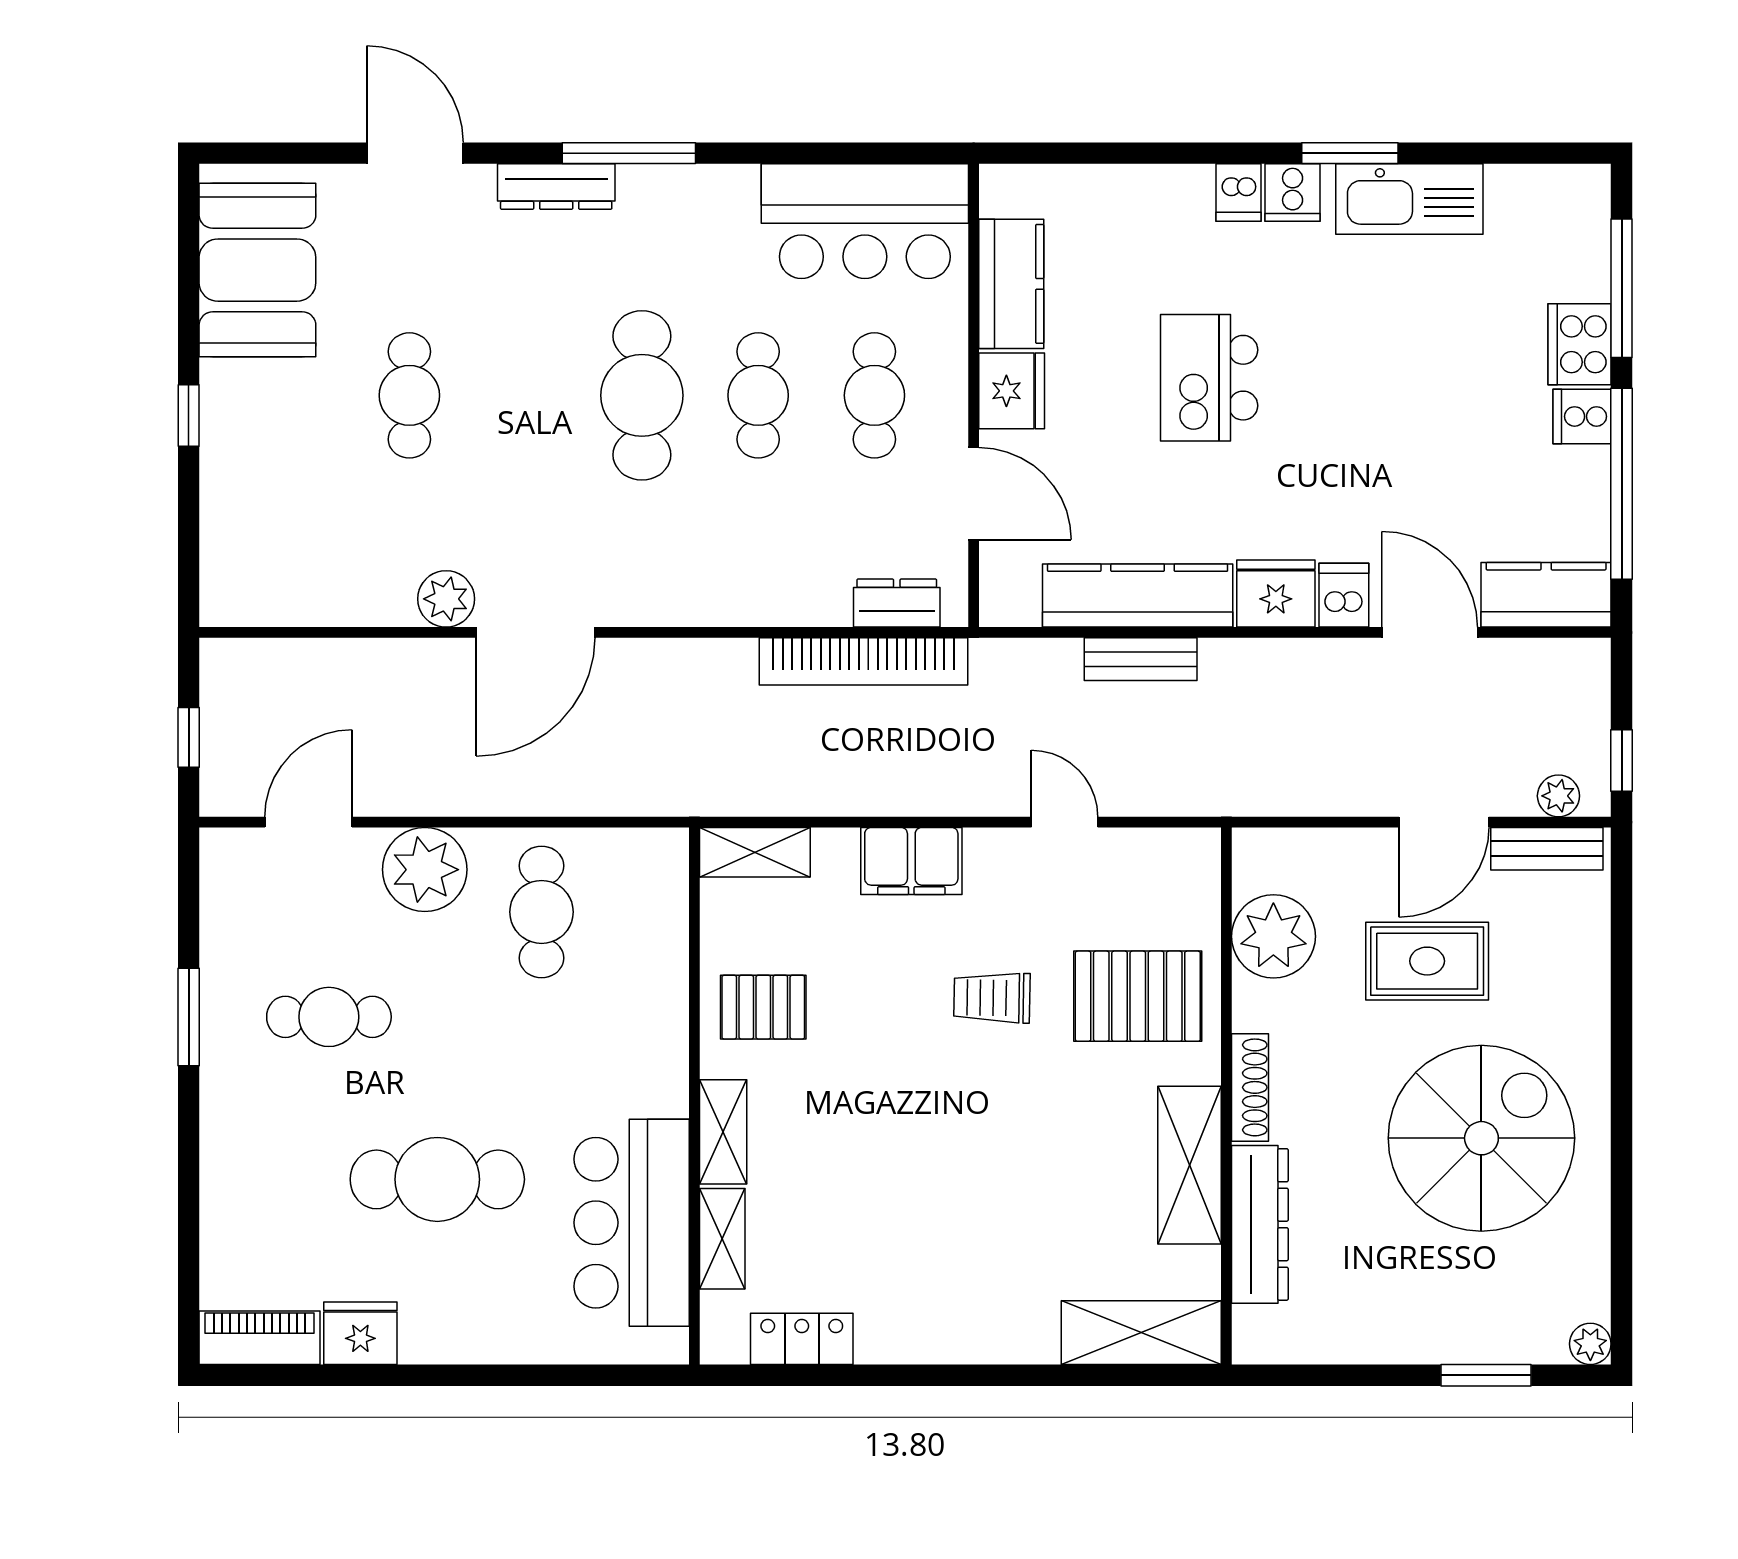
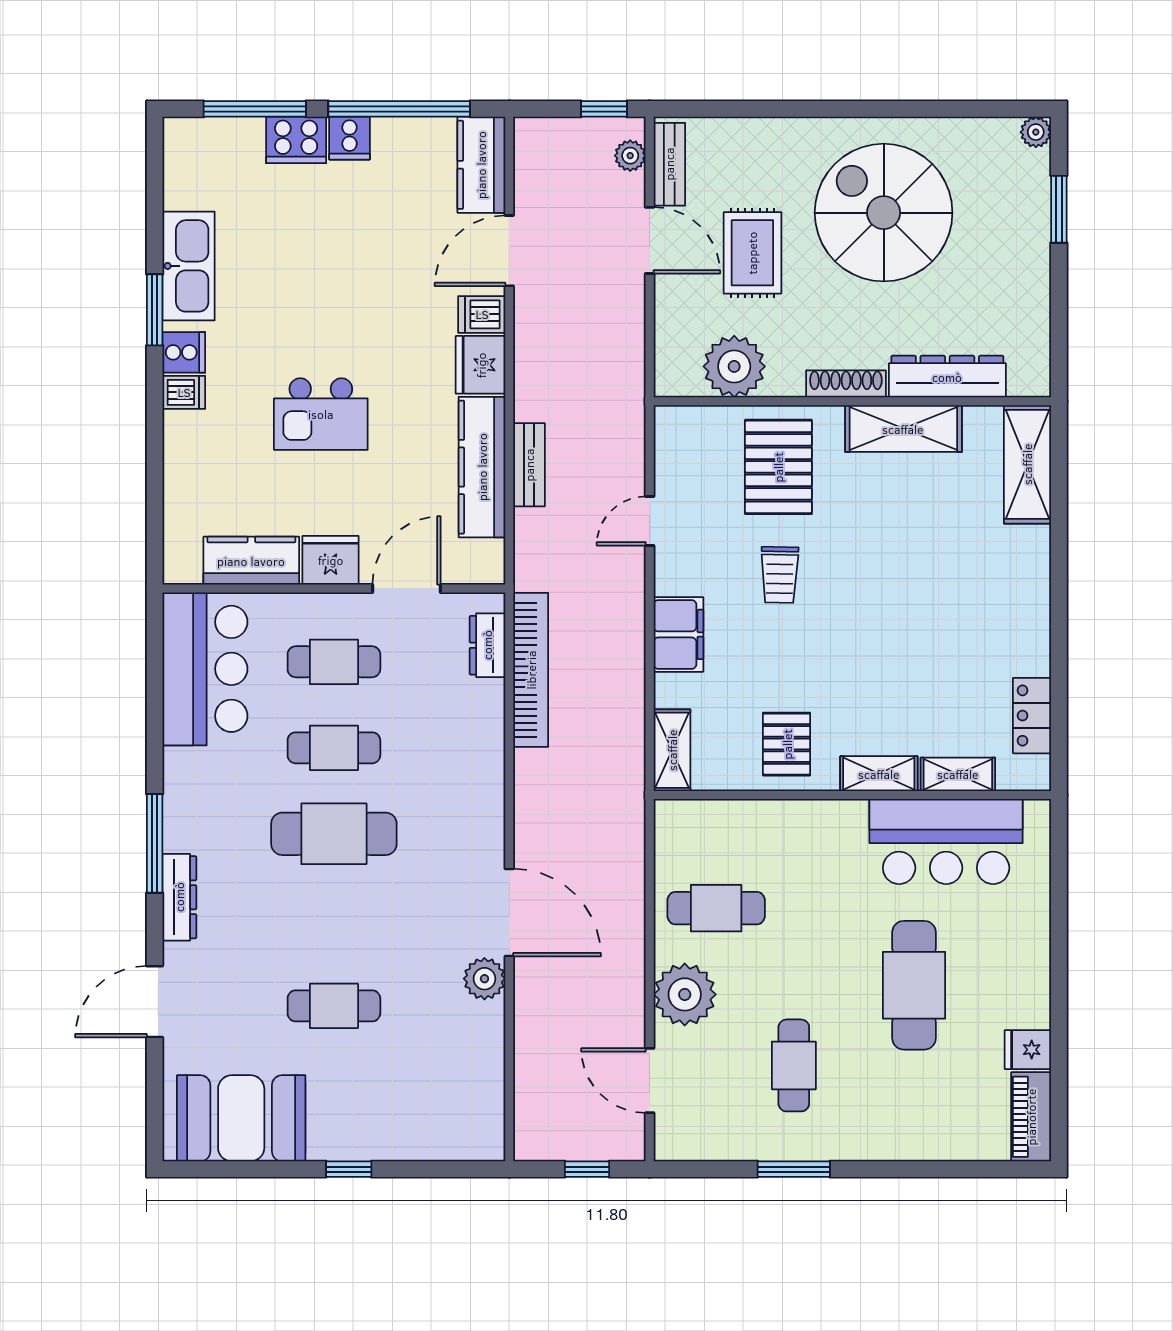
fridge: (360, 1333) -> (1028, 1050), width x0.72

